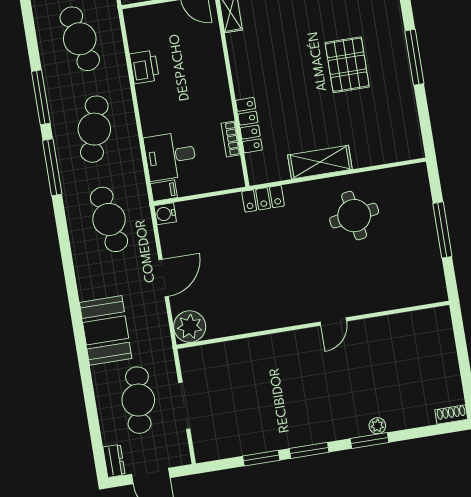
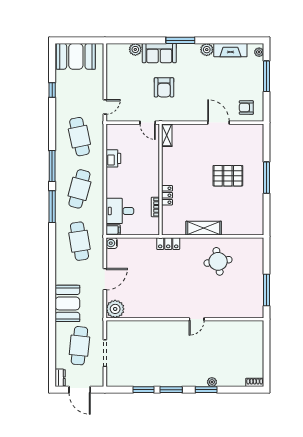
pallet: (347, 65) -> (228, 176), turned 90
locker: (249, 125) -> (167, 195), width x0.66
window: (442, 230) -> (267, 290), moved

